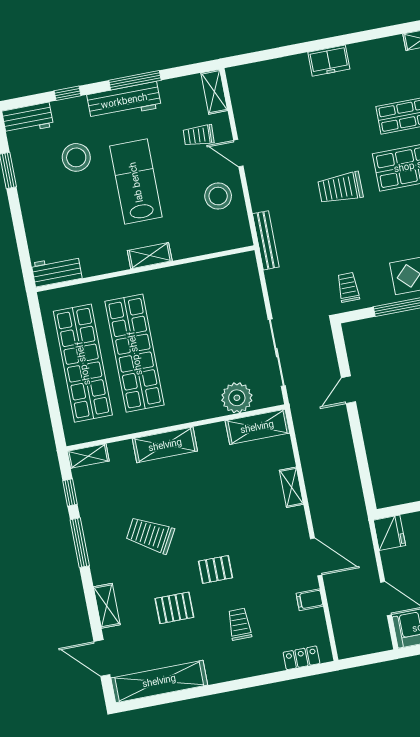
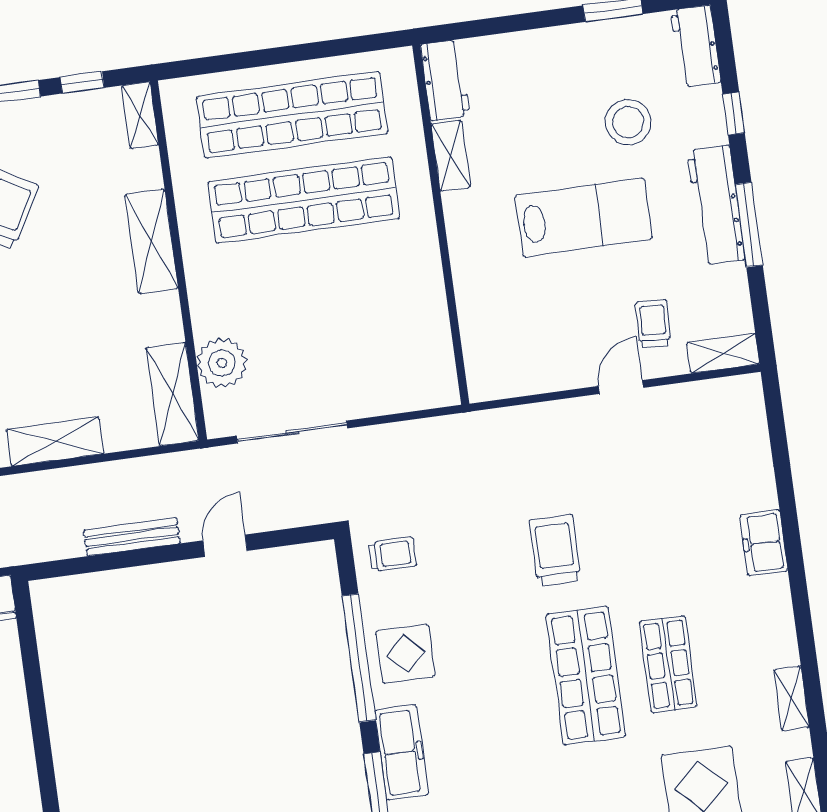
stool: (218, 196) -> (553, 350), removed
bench: (266, 240) -> (132, 537), moved
shelving: (150, 256) -> (451, 156), moved
door: (348, 390) -> (225, 546), hinge flipped
shelving: (291, 487) -> (55, 442), width x1.50, depth x1.33

